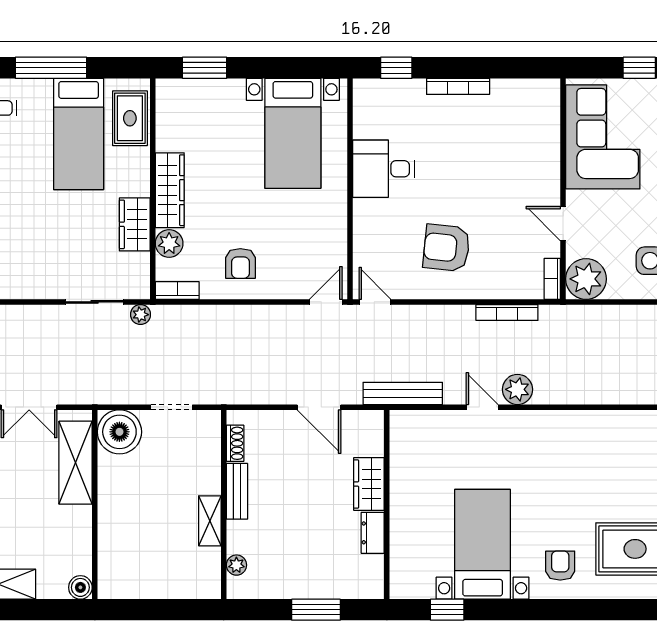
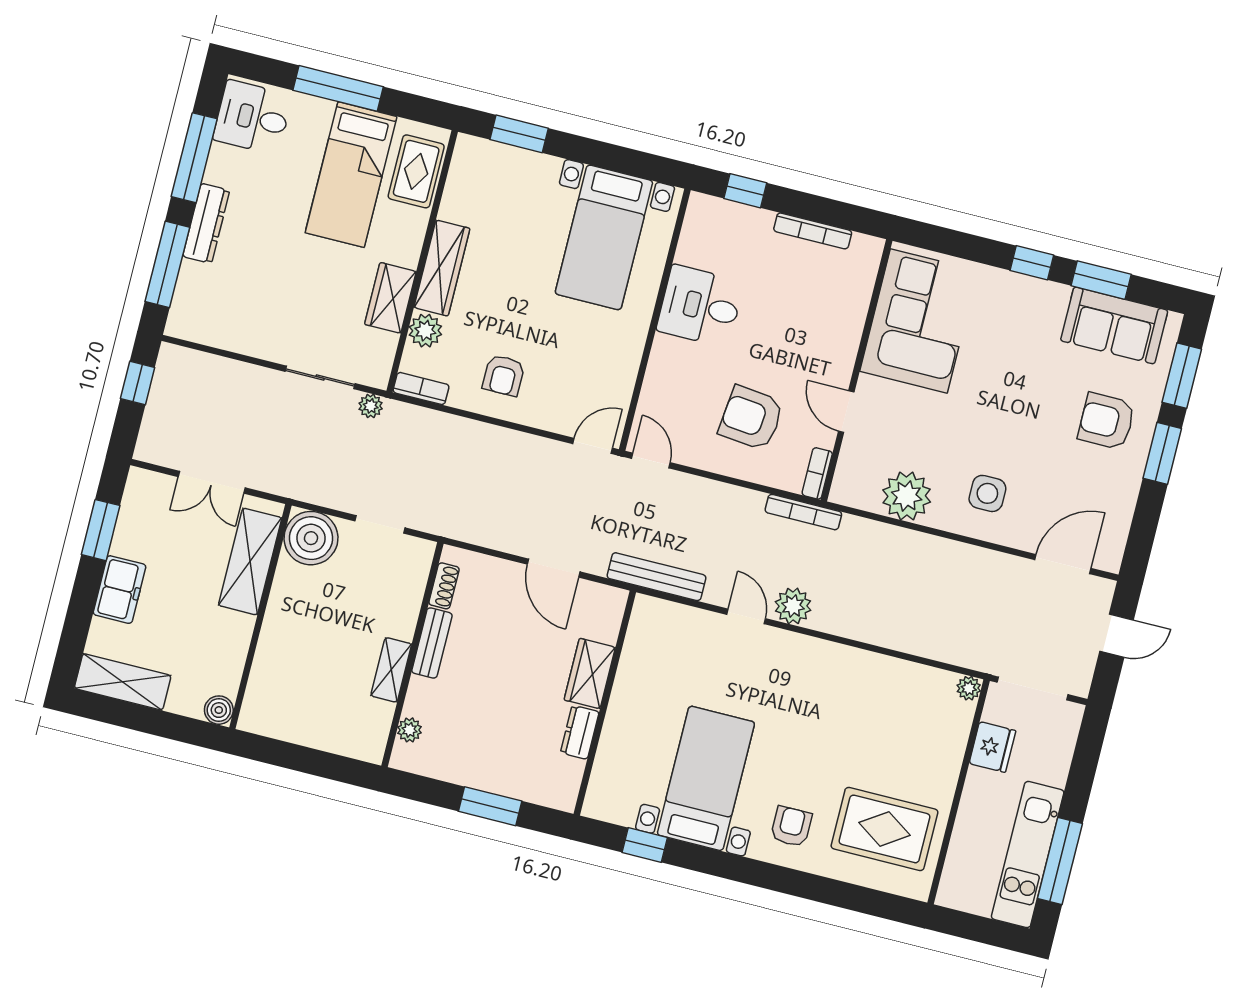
corner sofa: (603, 137) -> (919, 321), moved
wall: (563, 189) -> (857, 370), moved
door: (563, 224) -> (846, 412), moved
bookcase: (552, 279) -> (817, 473), moved

